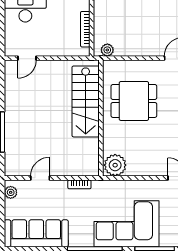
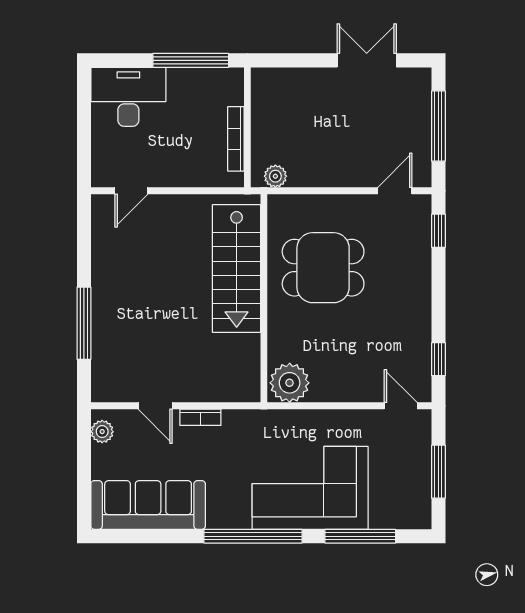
door: (40, 178) -> (155, 406), swing flipped
bookcase: (79, 184) -> (200, 417), moved

